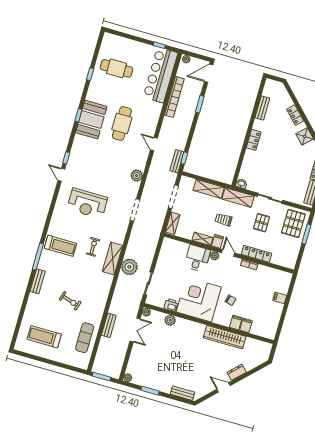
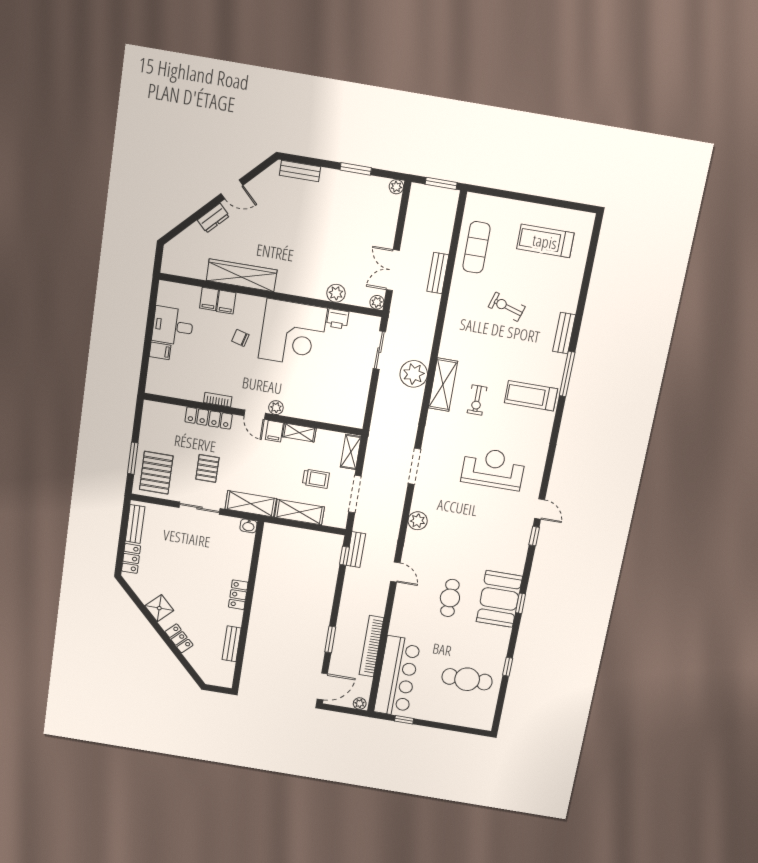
cafe table: (122, 124) -> (450, 598), width x0.73, depth x0.74
trolley: (224, 220) -> (316, 479), moved
desk: (197, 258) -> (173, 326), moved, turned 90
treadmill: (44, 337) -> (545, 241), turned 180

